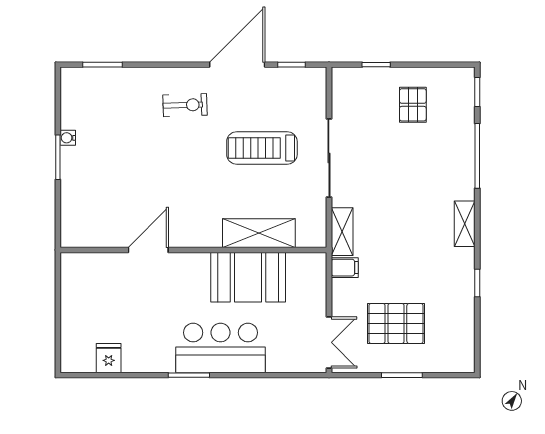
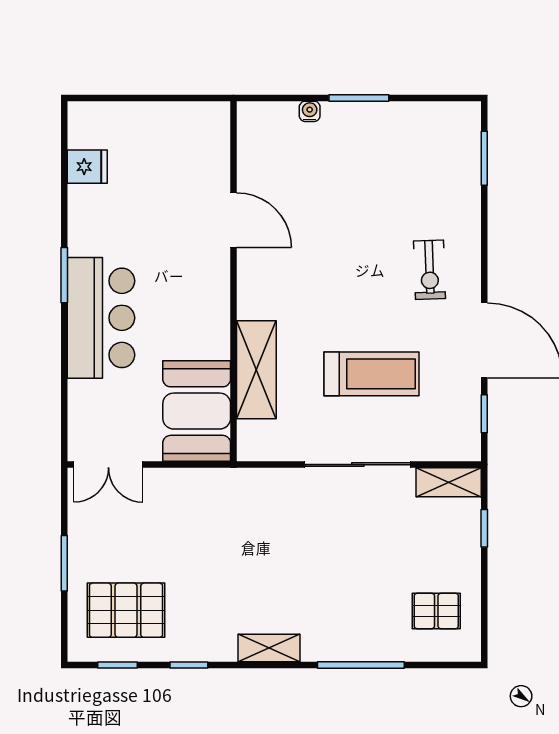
window: (477, 92) -> (117, 665), moved
pallet: (413, 105) -> (436, 611), moved
water cooler: (68, 138) -> (310, 111), moved
treadmill: (262, 148) -> (371, 374), turned 90
shelving: (342, 232) -> (449, 482), moved
filing cabinet: (345, 268) -> (210, 486), removed
booth: (248, 277) -> (197, 411), moved
pallet: (396, 323) -> (126, 610), moved, turned 90

